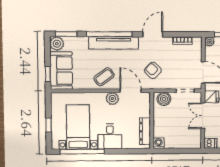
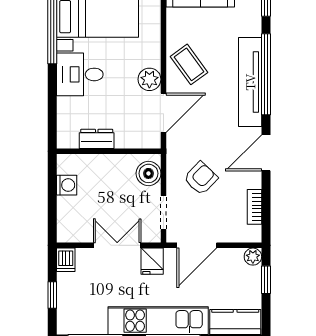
door: (153, 34) -> (266, 153), swing flipped
armchair: (153, 70) -> (201, 178), moved
dresser: (145, 131) -> (97, 139), width x0.70
washing machine: (159, 143) -> (67, 185), moved

